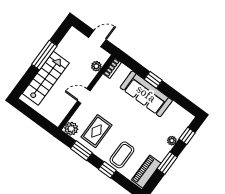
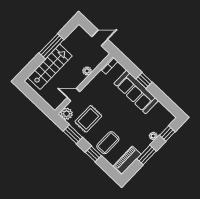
plant: (96, 66) -> (87, 71), moved
door: (84, 96) -> (73, 95), moved

